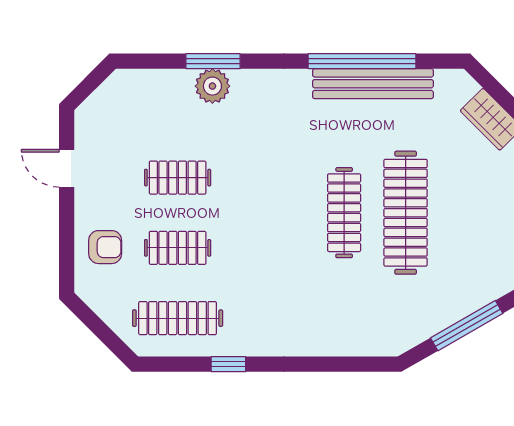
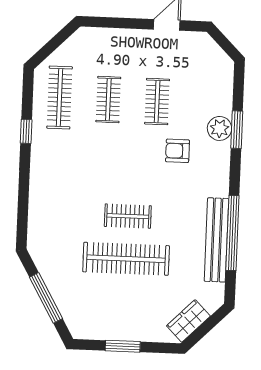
clothes rail: (344, 213) -> (128, 216), width x0.73
armchair: (105, 247) -> (177, 151), moved, turned 90

